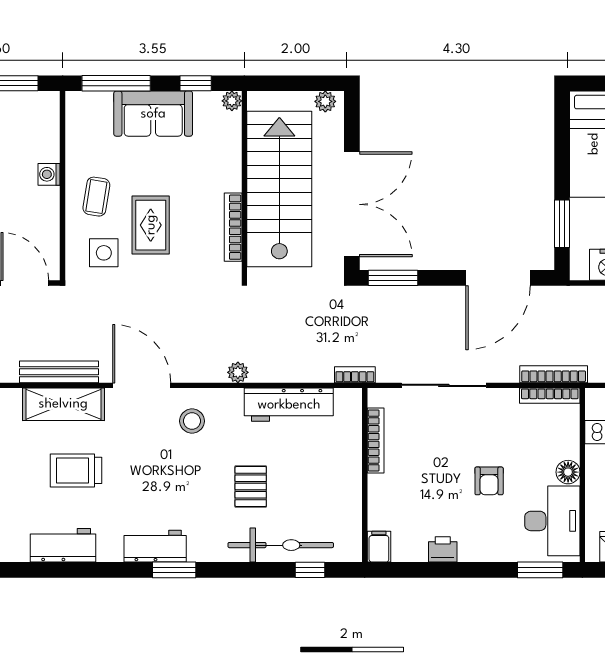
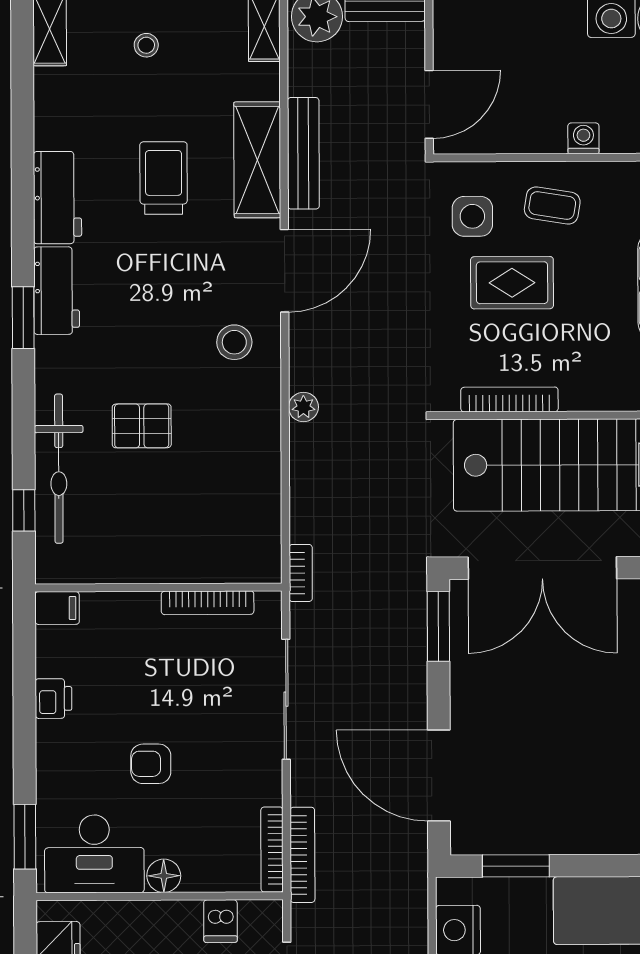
workbench: (289, 405) -> (258, 479), removed
workbench: (63, 545) -> (57, 198), moved

